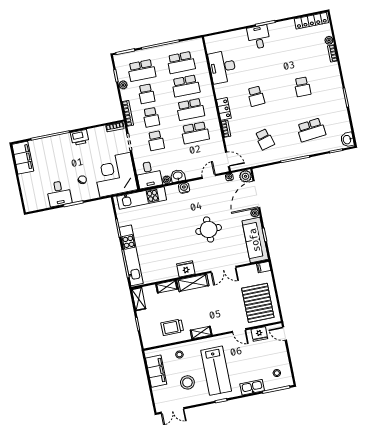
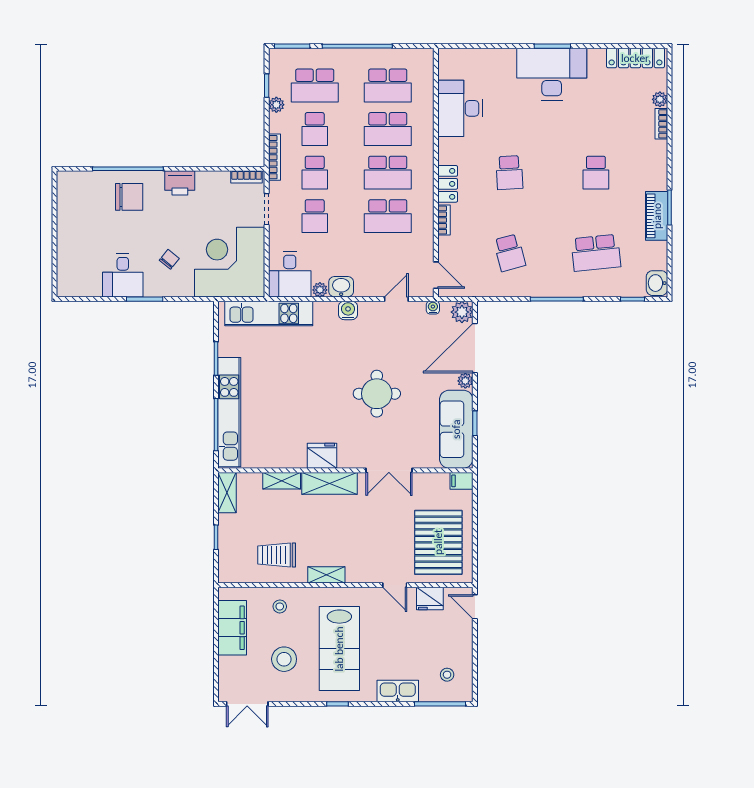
desk: (259, 37) -> (552, 74), width x1.87, depth x1.30
piano: (340, 103) -> (657, 216), added
chair: (54, 151) -> (129, 197), added
filing cabinet: (23, 158) -> (71, 199), removed

